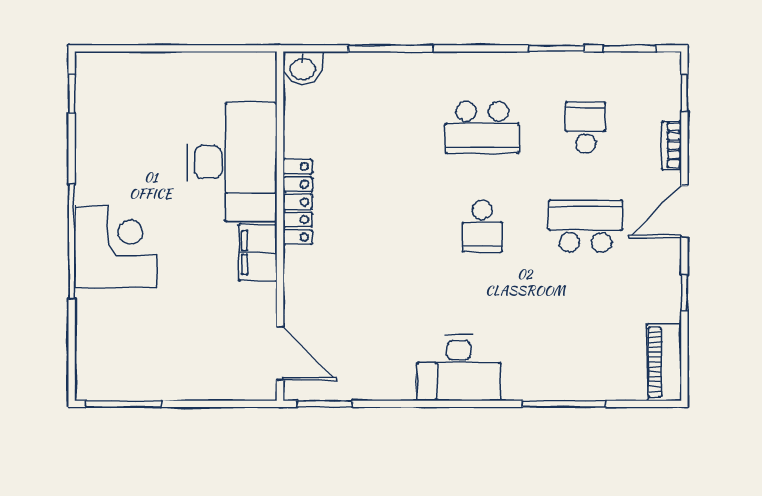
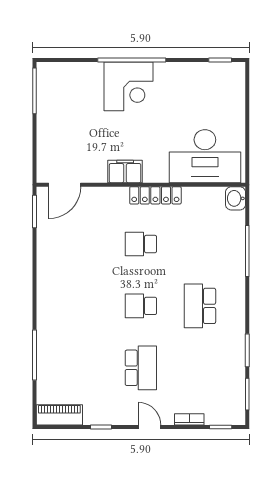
school desk: (586, 128) -> (141, 244), moved, turned 180
desk: (232, 162) -> (205, 156), moved
door: (684, 212) -> (150, 427), width x0.73
desk: (459, 368) -> (56, 292), removed

